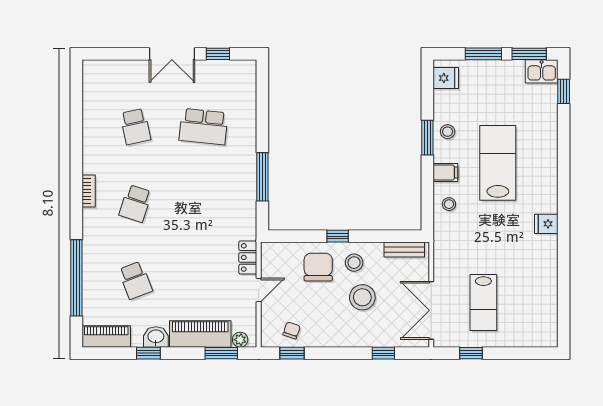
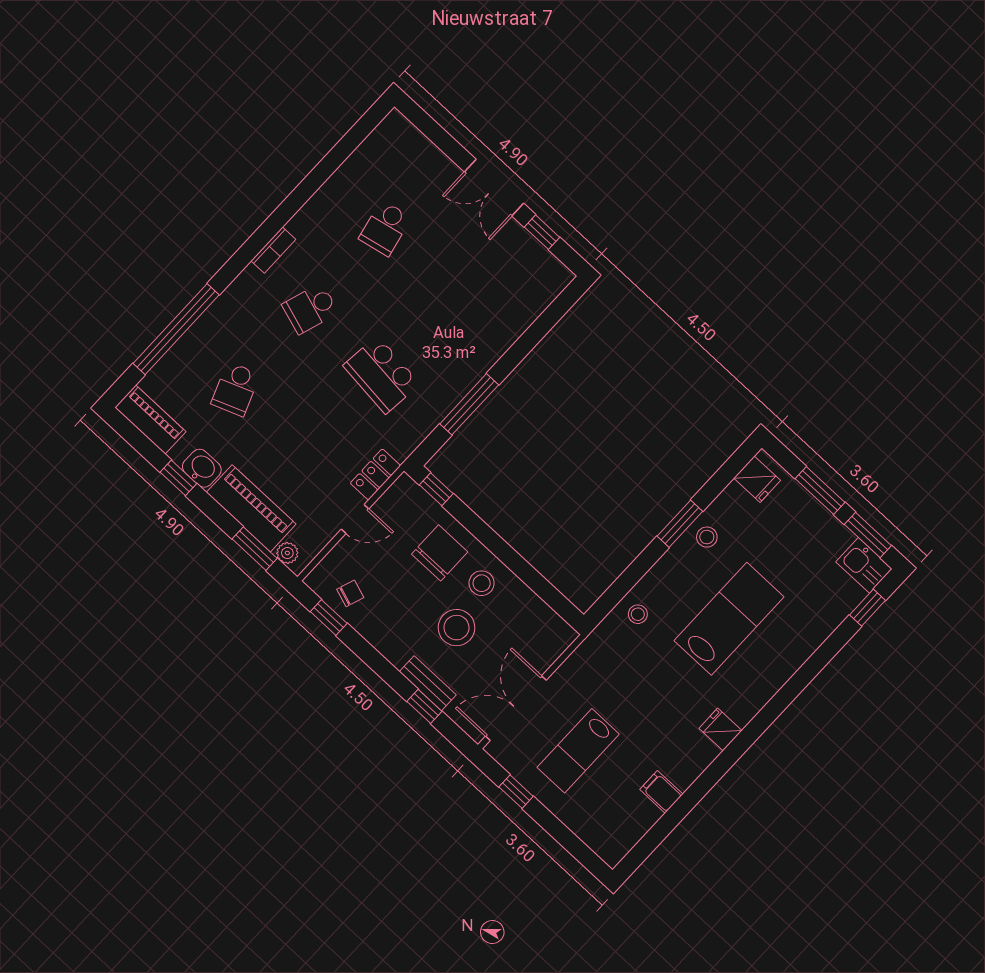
school desk: (203, 127) -> (382, 375), moved
filing cabinet: (445, 172) -> (661, 792), moved, turned 180
window: (338, 236) -> (436, 489), moved
bench: (404, 249) -> (428, 683), moved

